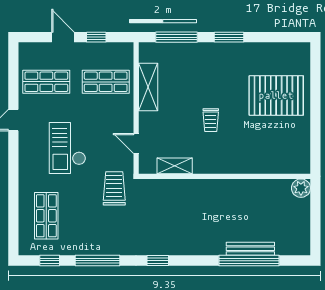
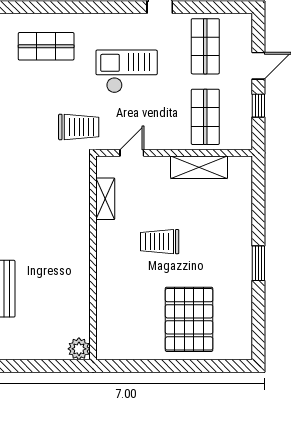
window: (176, 37) -> (258, 201), removed
trolley: (211, 120) -> (160, 242), width x1.36, depth x1.39

